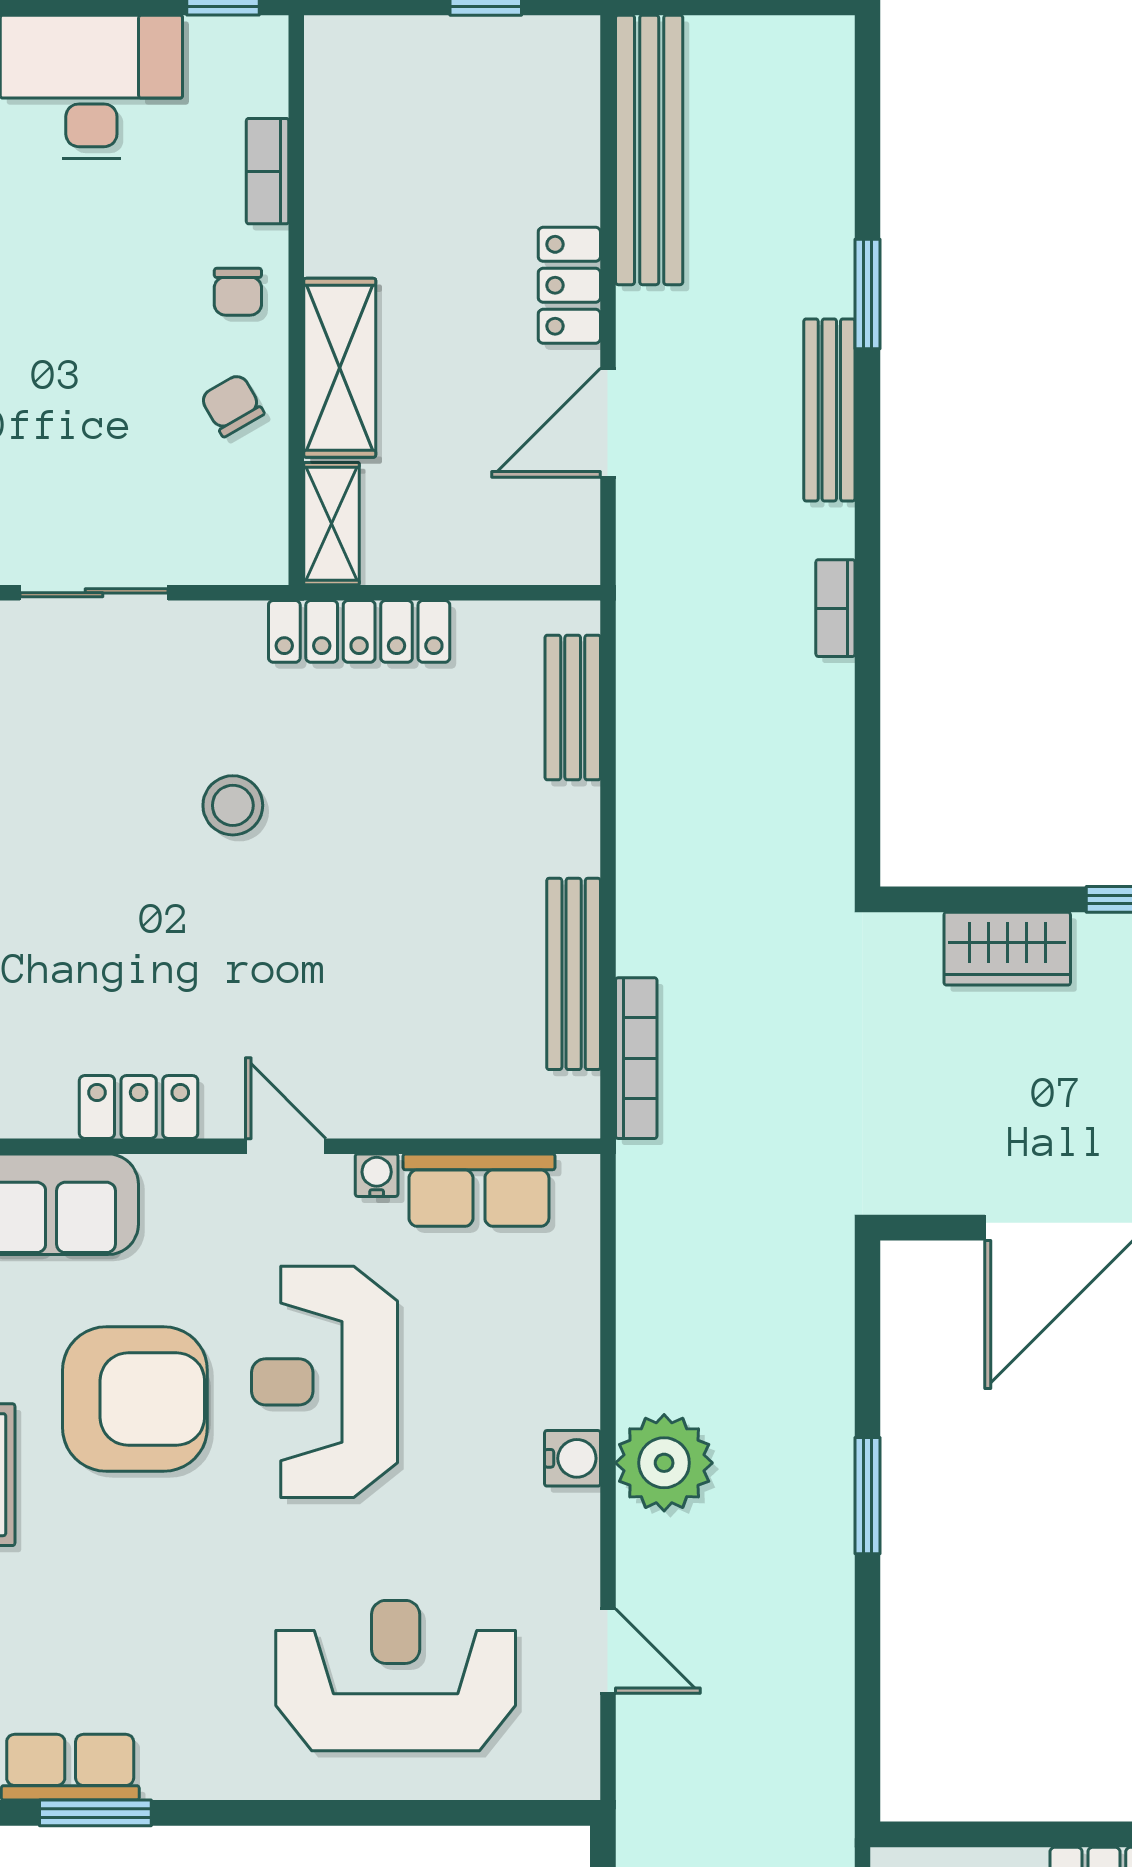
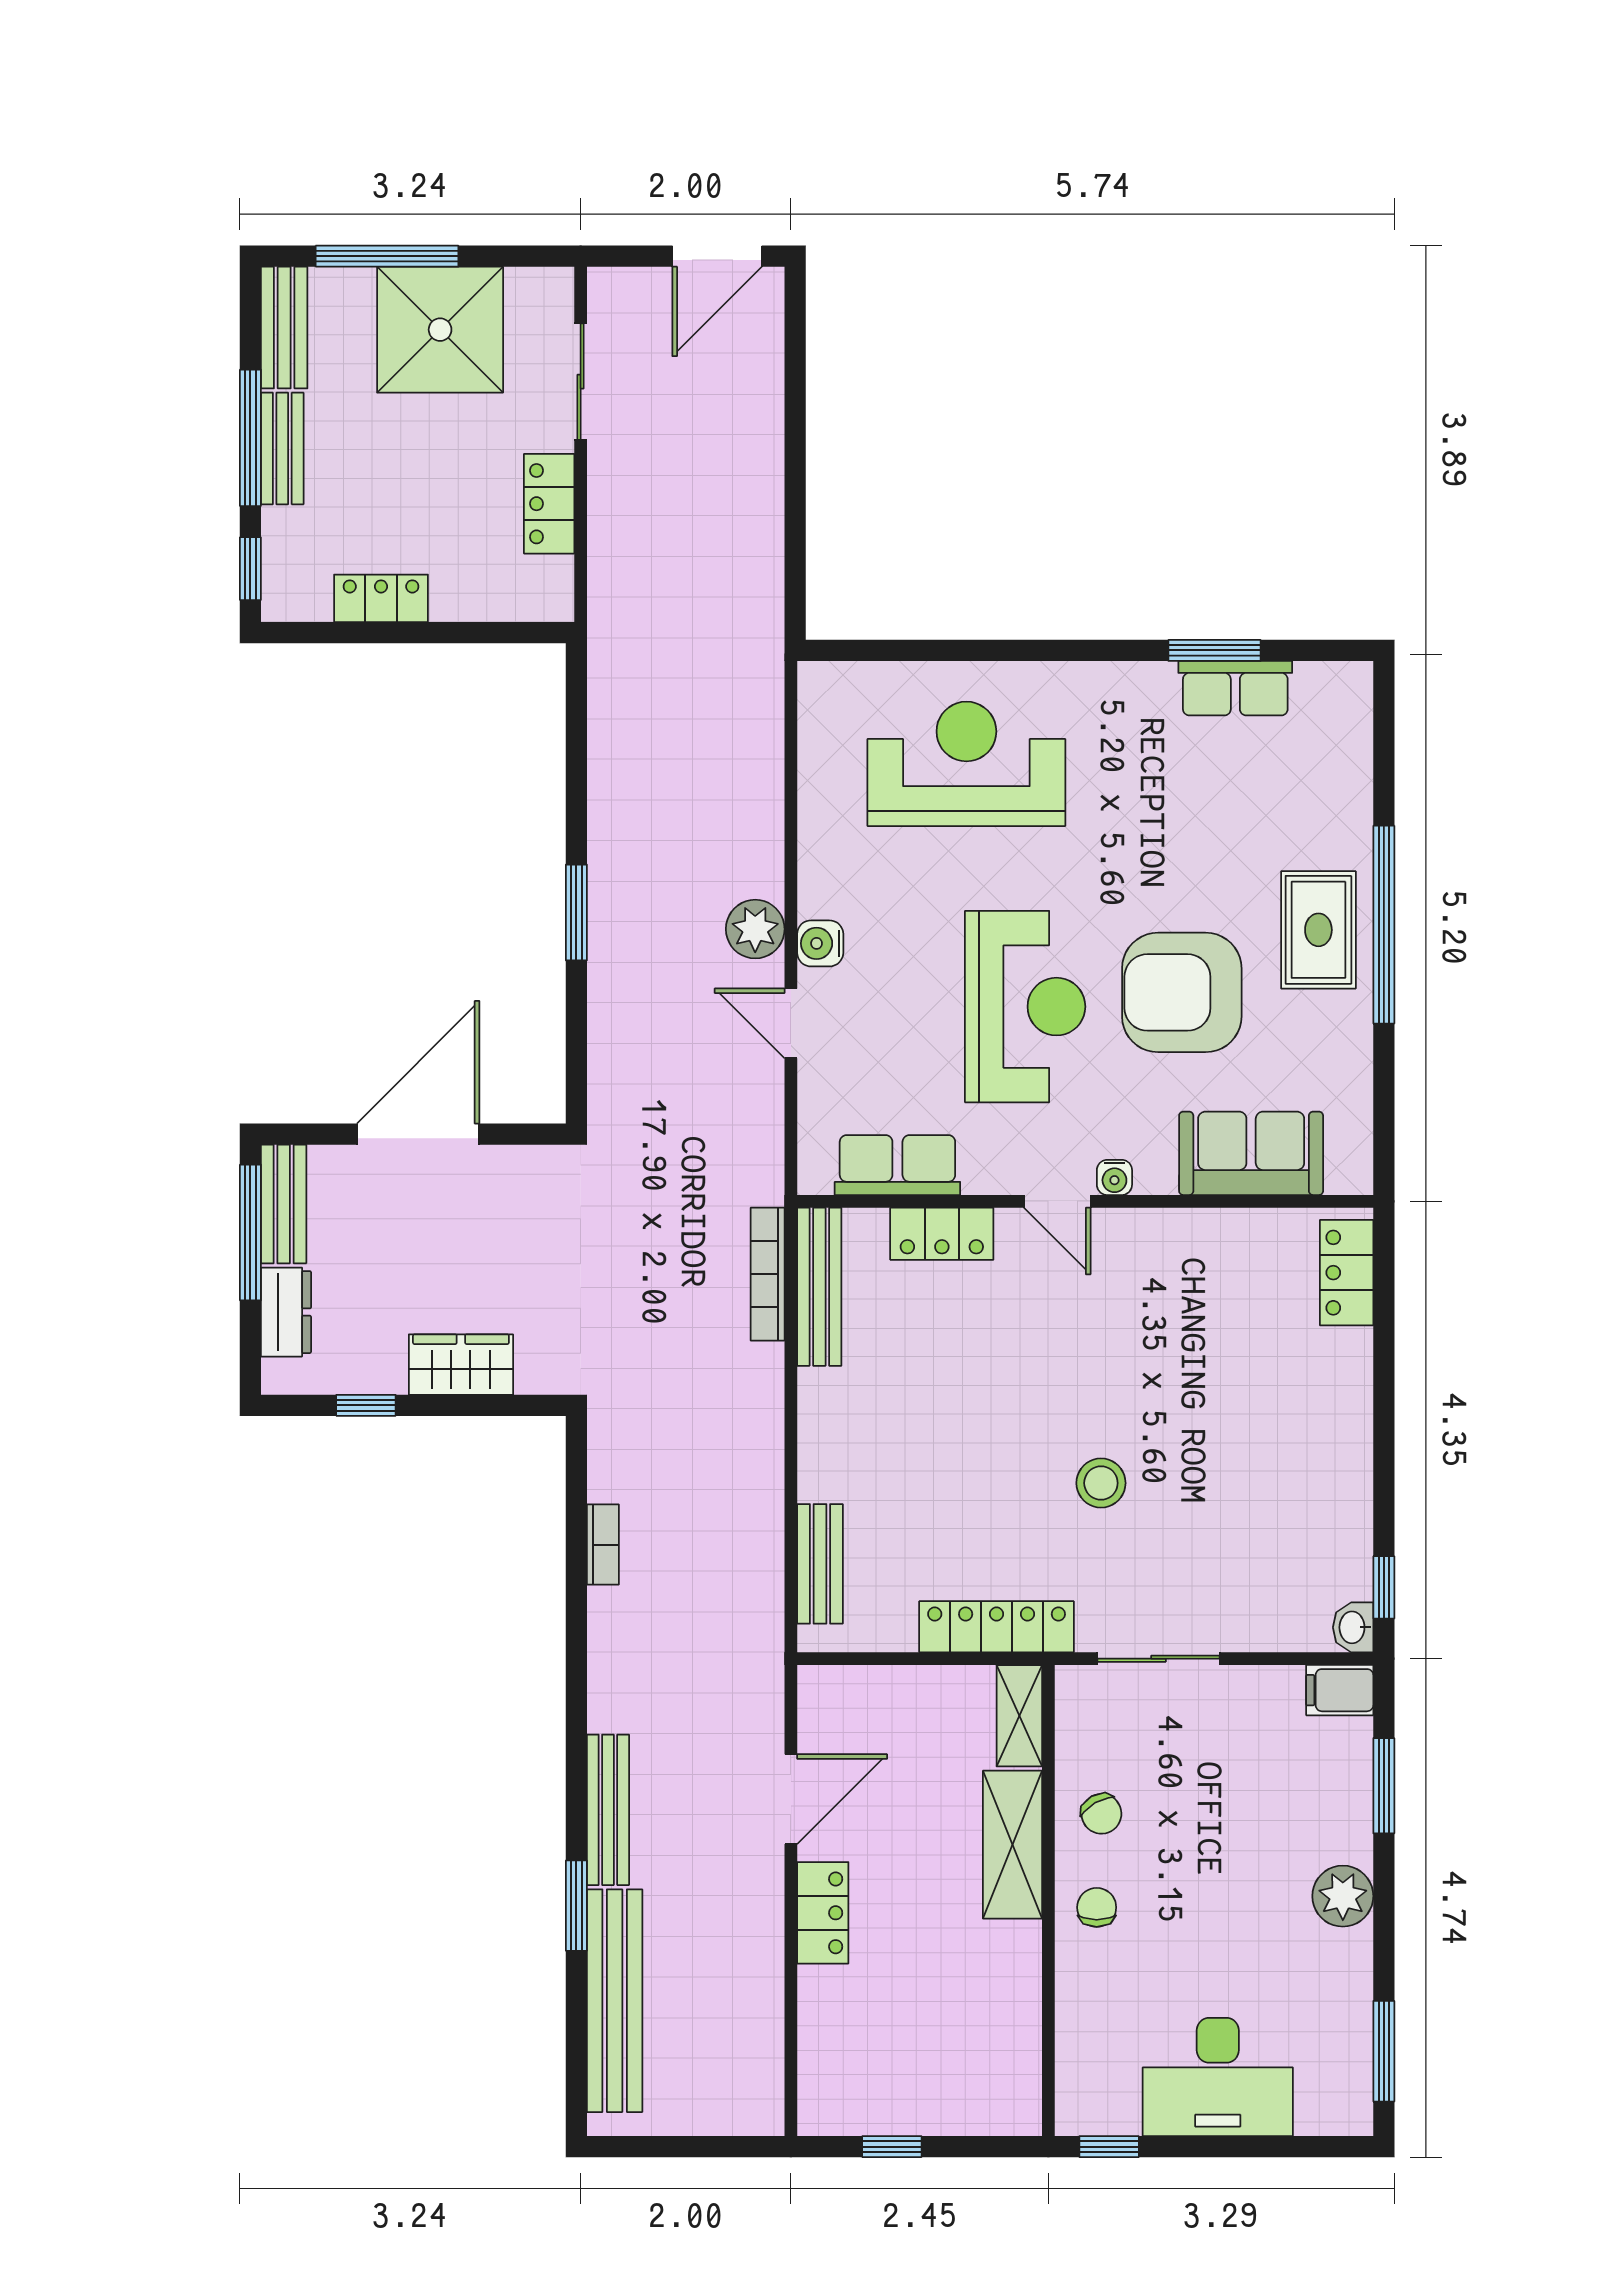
bench: (649, 150) -> (615, 2001), moved
bookcase: (268, 171) -> (1072, 2007), removed
sliding door: (94, 593) -> (1158, 1659), moved
bookcase: (835, 608) -> (603, 1545), moved
bench: (574, 974) -> (819, 1287), moved
locker: (139, 1107) -> (942, 1234), moved
water cooler: (377, 1175) -> (1114, 1177), moved
plant: (664, 1463) -> (755, 929), width x0.73, depth x0.73
door: (608, 1651) -> (791, 1023), moved
reception desk: (396, 1676) -> (966, 764), turned 180

